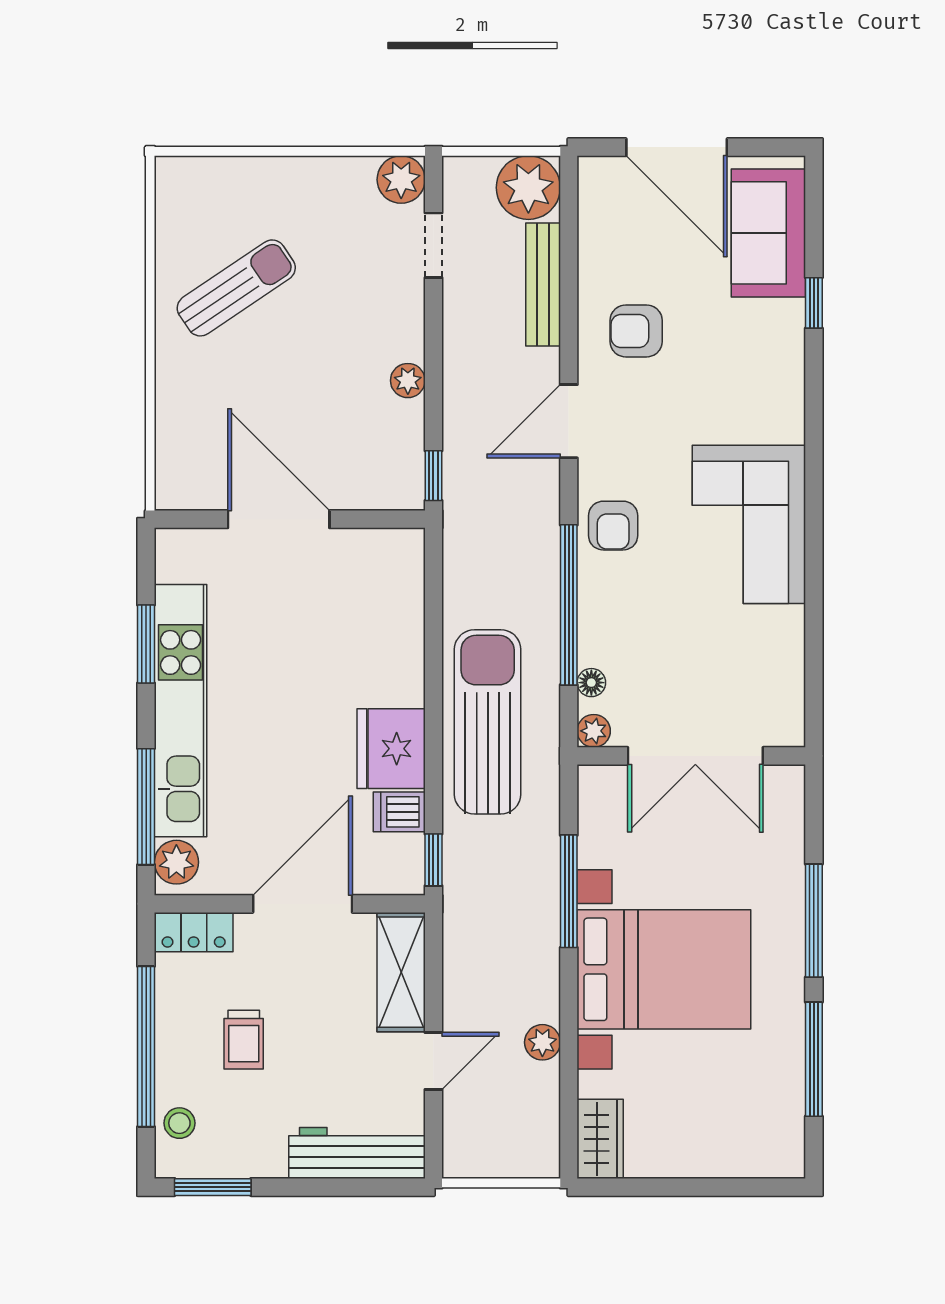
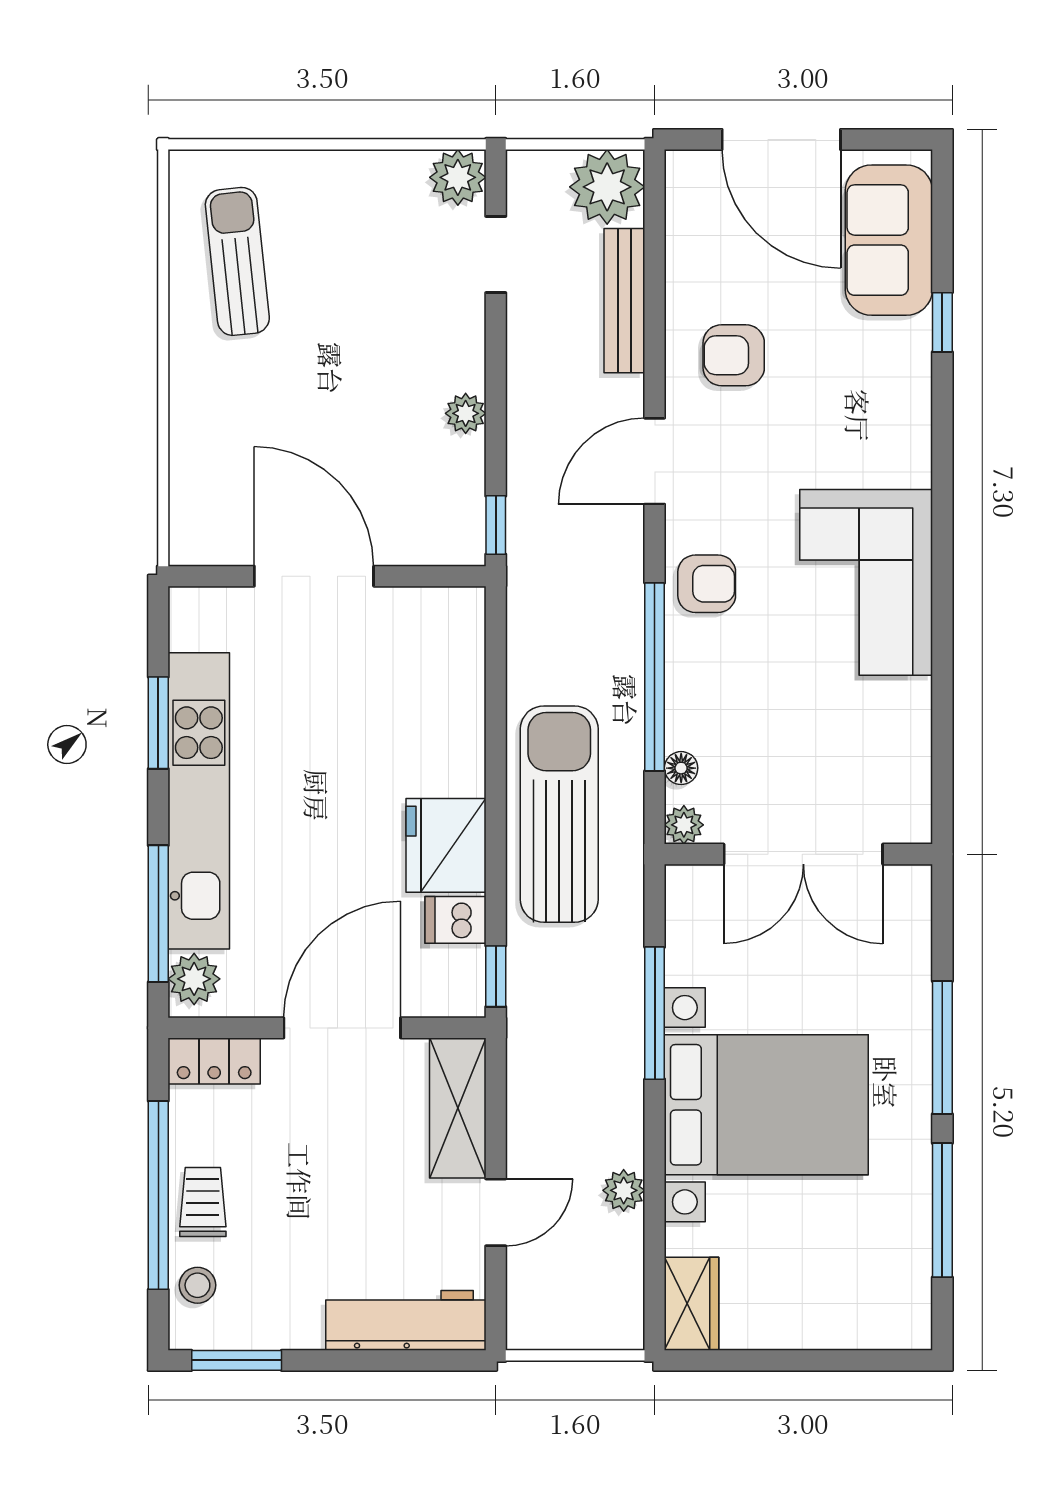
sun lounger: (236, 288) -> (237, 261), moved, turned -62
armchair: (613, 526) -> (707, 584), turned -90
trolley: (244, 1040) -> (203, 1202), moved, turned 180

